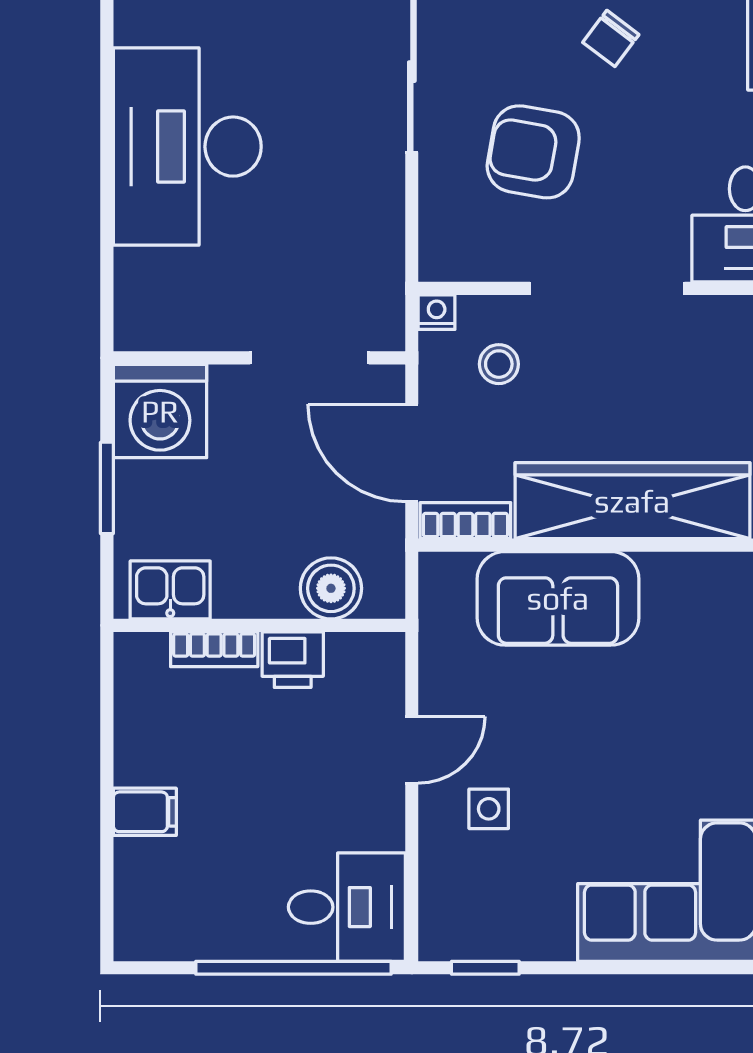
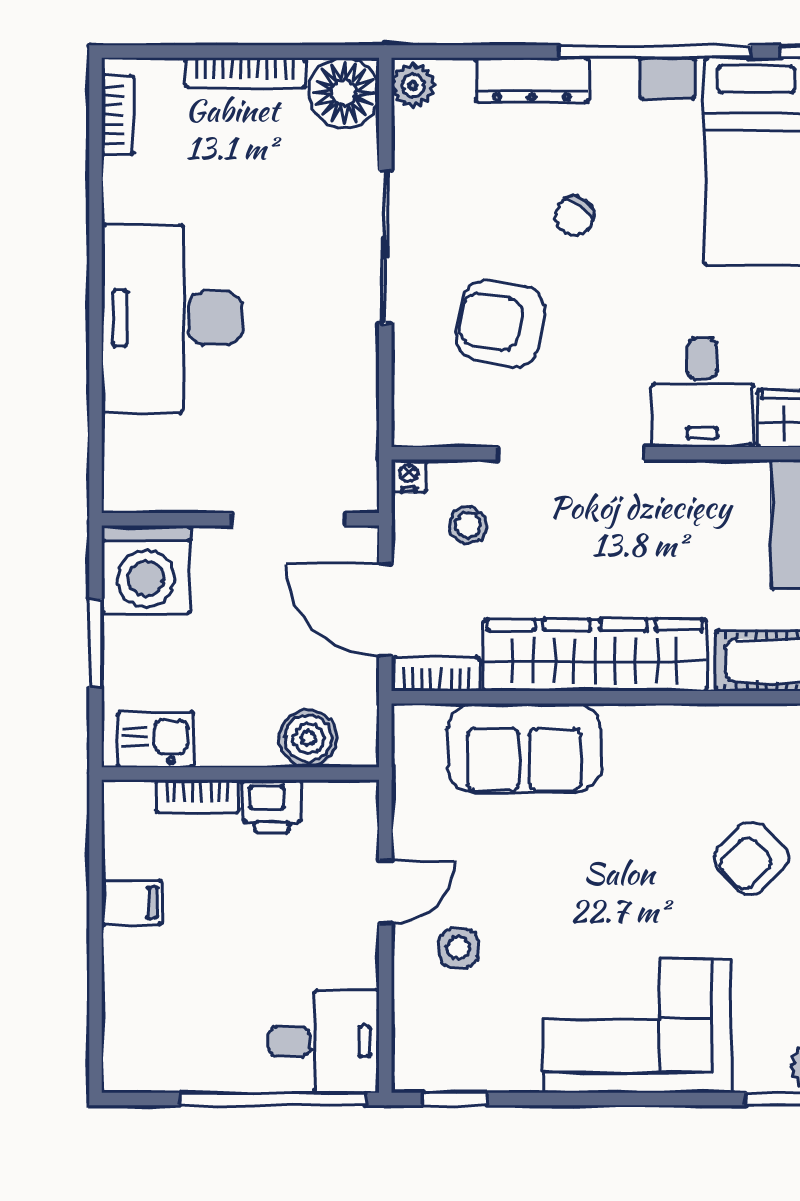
filing cabinet: (145, 812) -> (132, 902), moved

